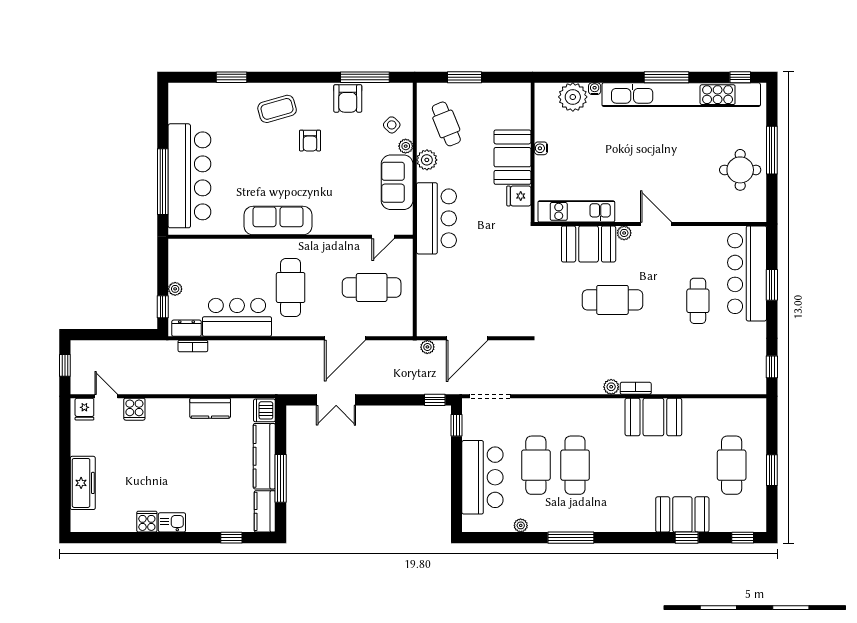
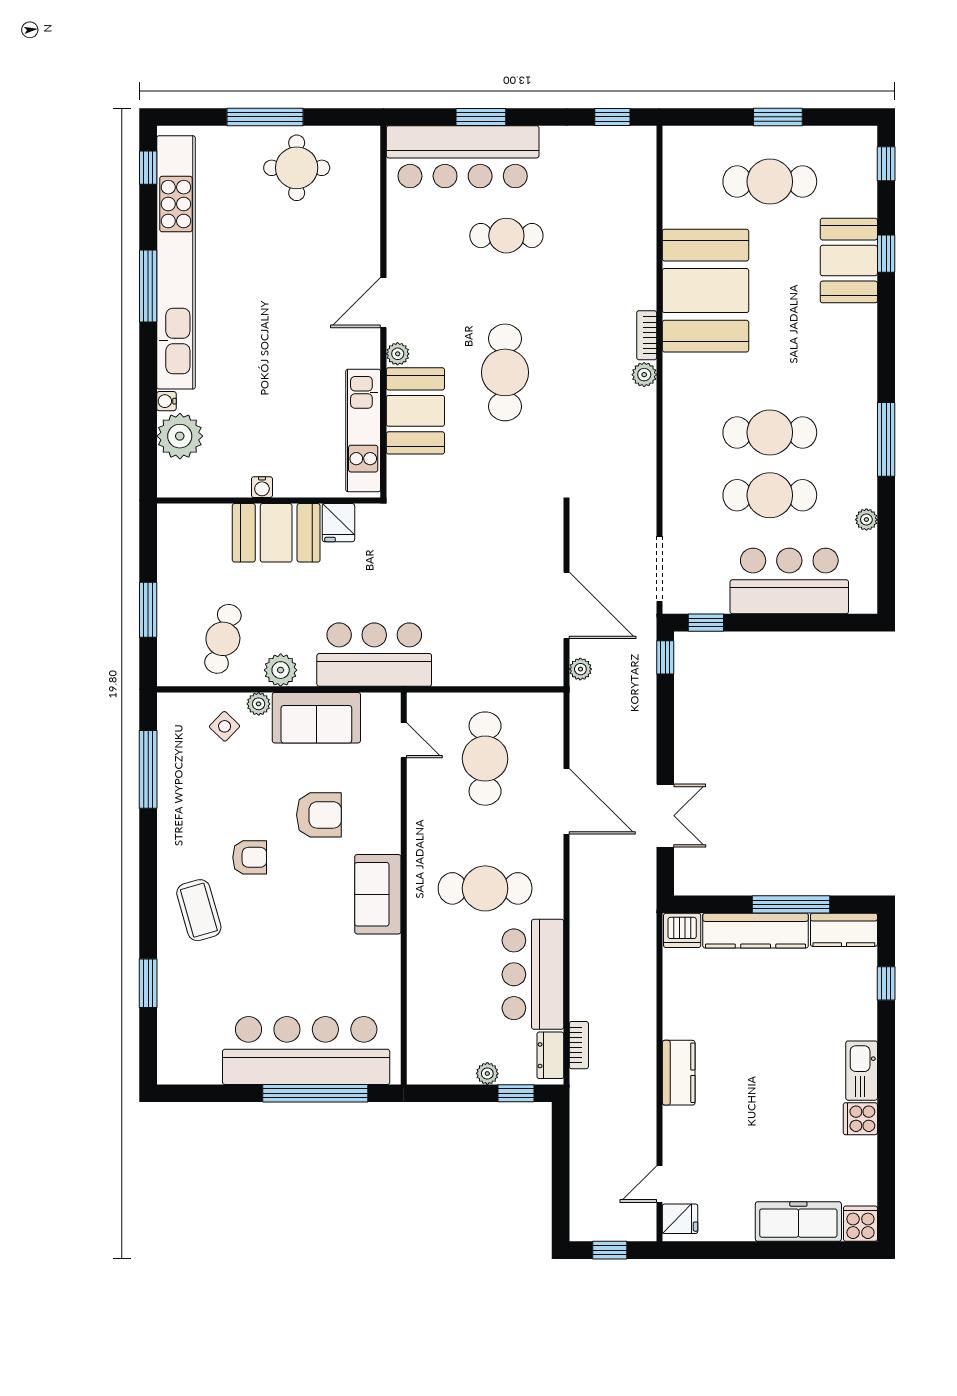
armchair: (348, 98) -> (319, 815), moved
cafe table: (446, 124) -> (223, 639), turned -53
sofa: (278, 221) -> (378, 894), width x0.73
kitchen counter: (210, 408) -> (679, 1073), moved
cooker: (134, 409) -> (860, 1224), moved, turned -90
booth: (653, 417) -> (705, 291), width x1.36, depth x1.42
kitchen sink: (172, 522) -> (862, 1071), width x1.38

